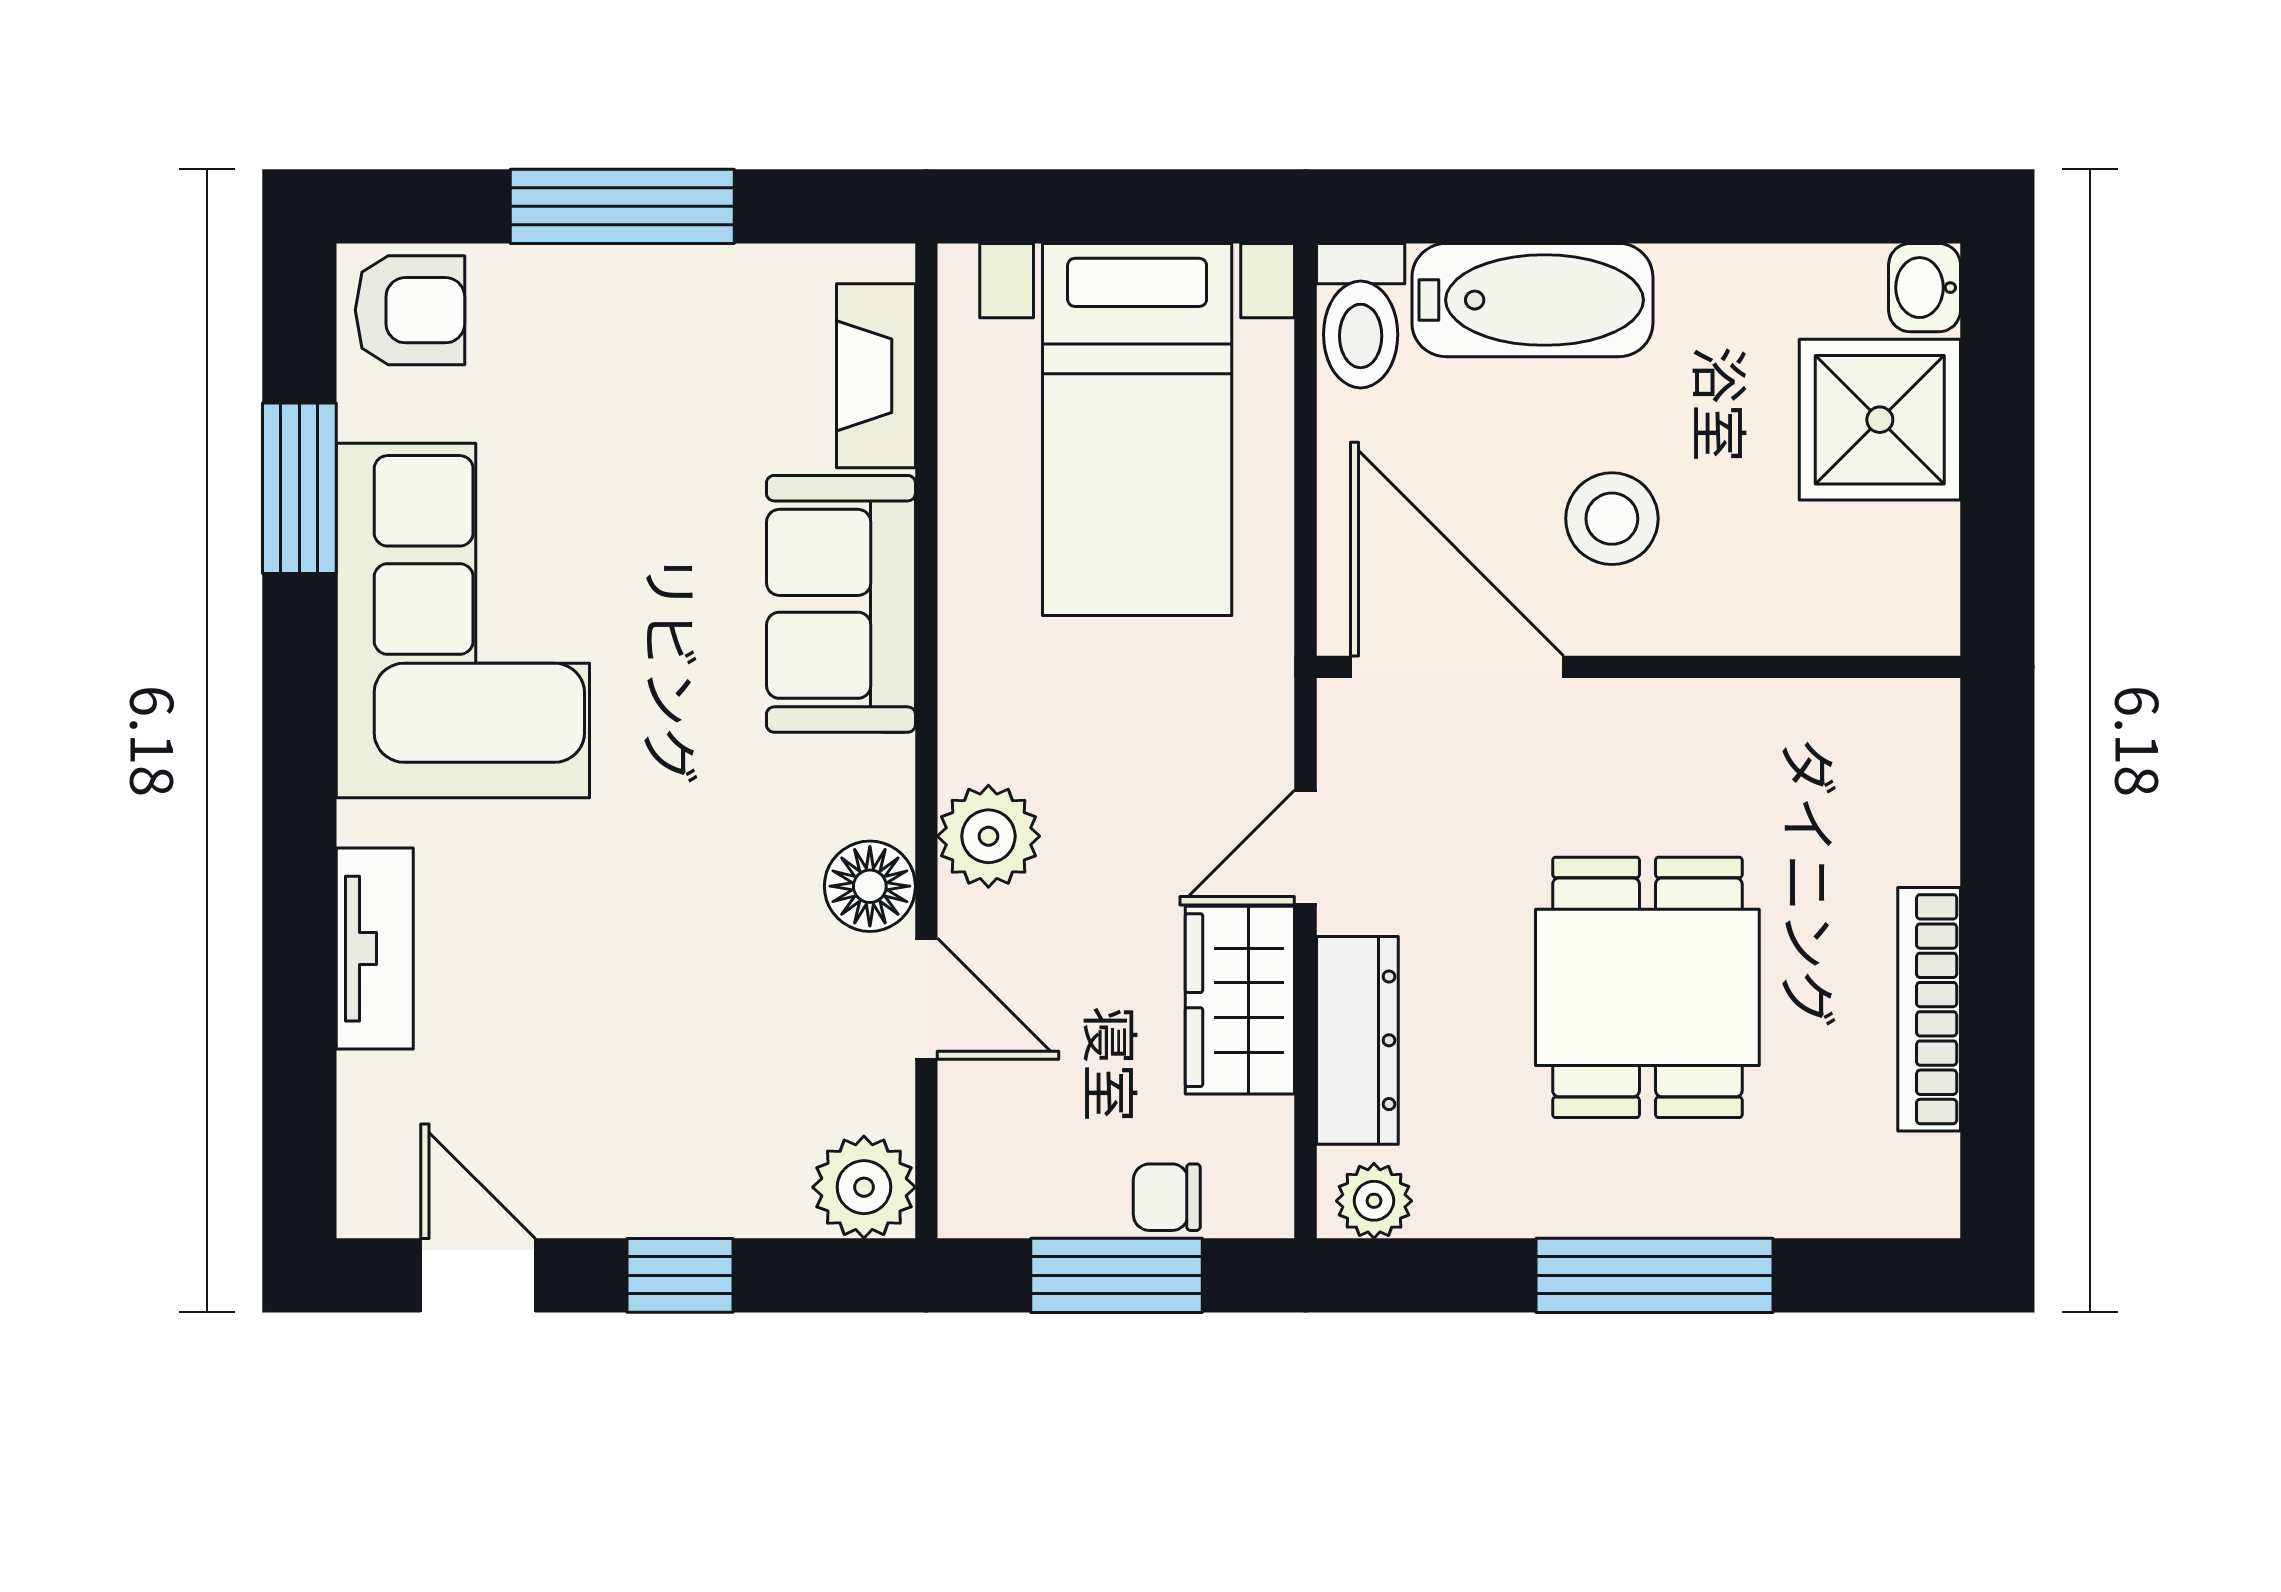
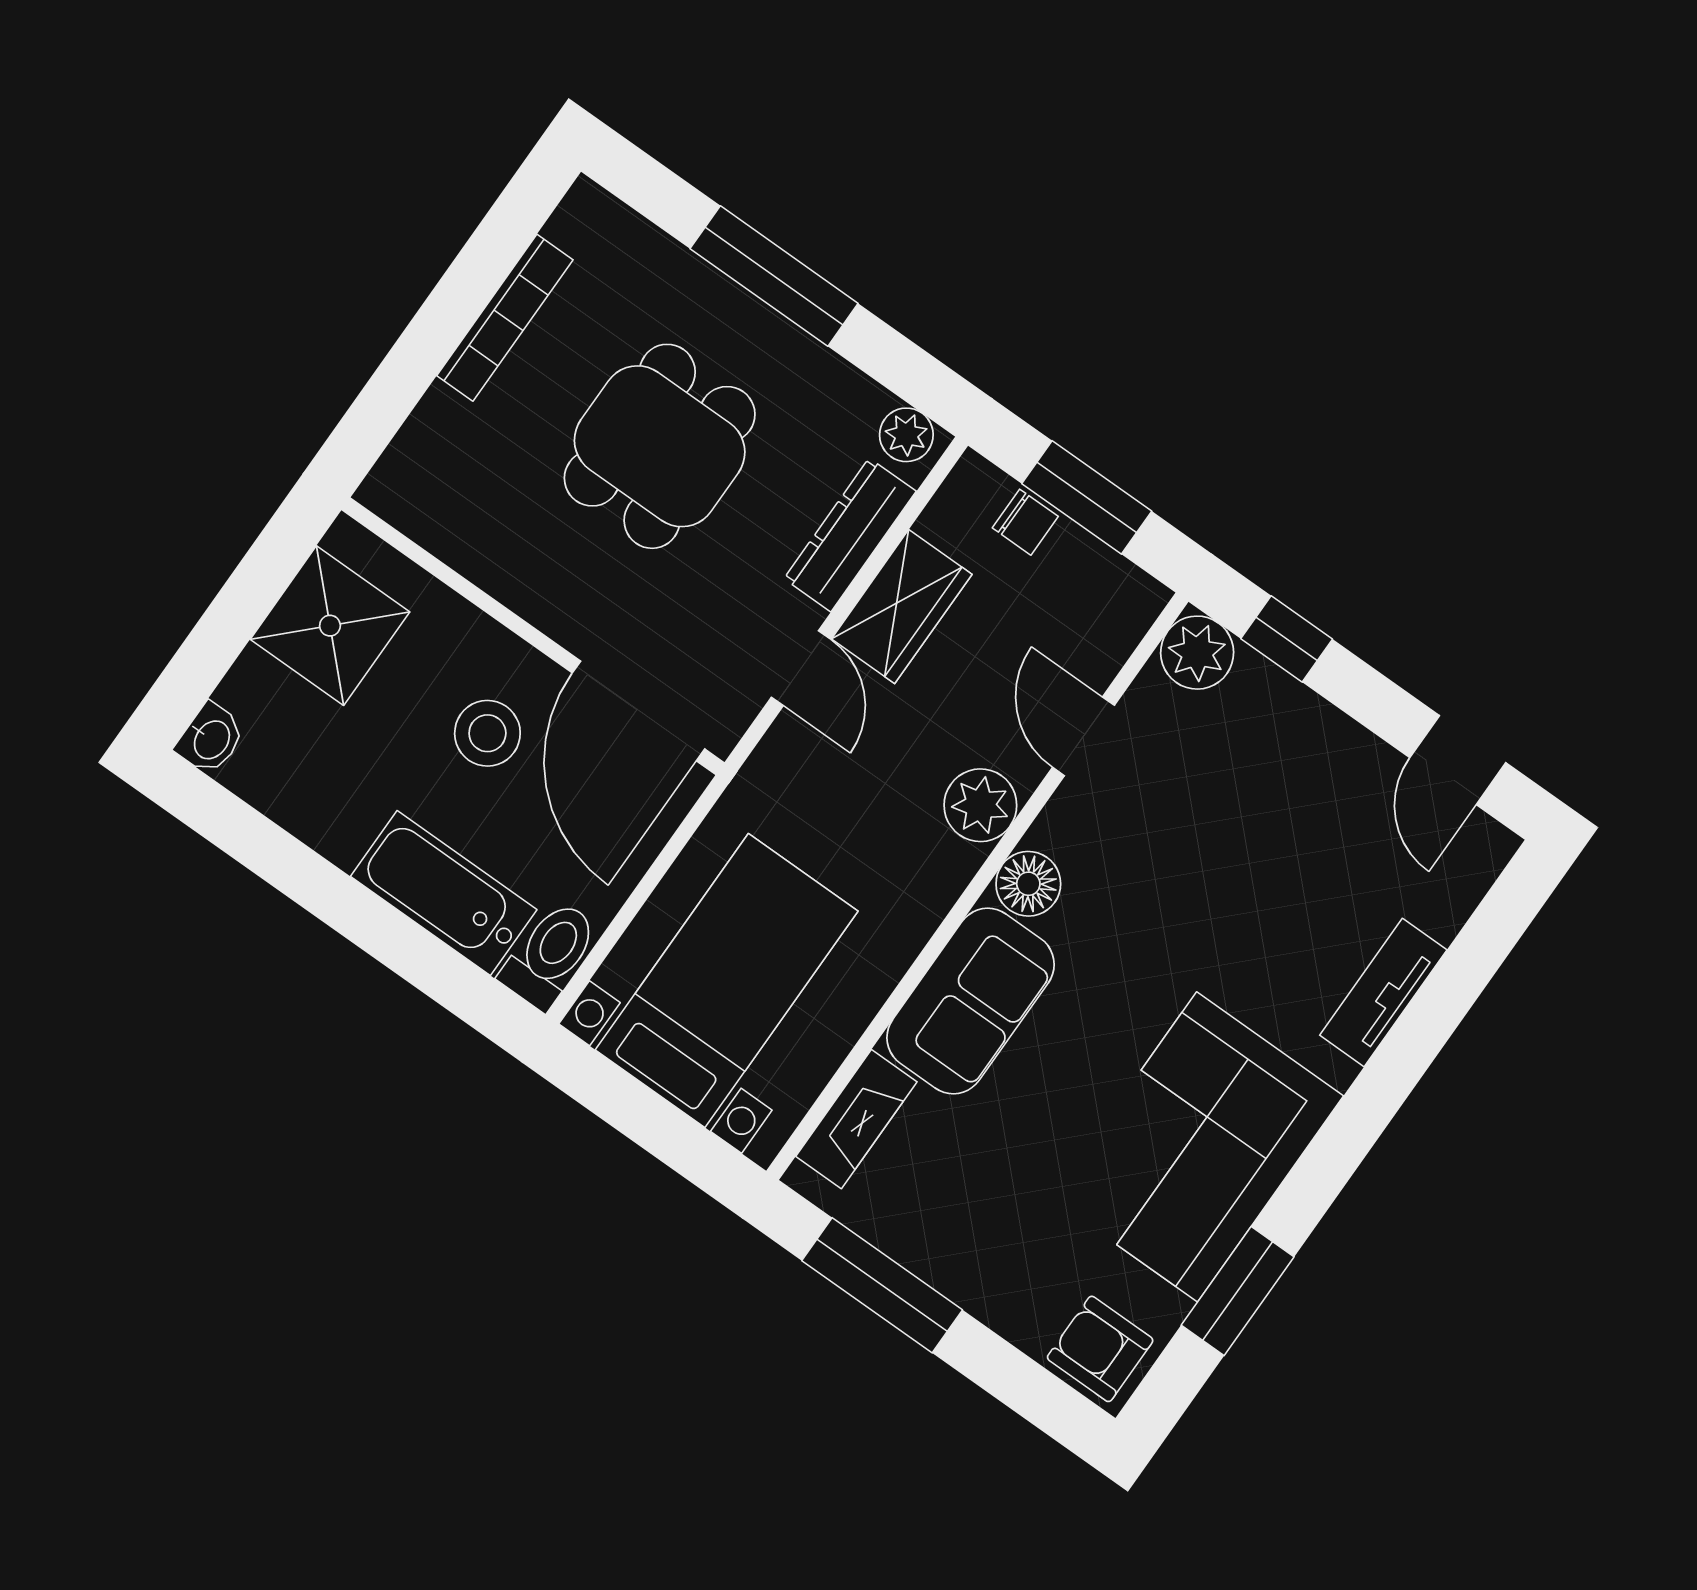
window: (622, 206) -> (882, 1285), moved
shower: (1880, 420) -> (330, 626), moved
door: (1306, 848) -> (801, 668), hinge flipped
floor lamp: (870, 886) -> (1028, 884), moved
window: (680, 1275) -> (1287, 639), moved

